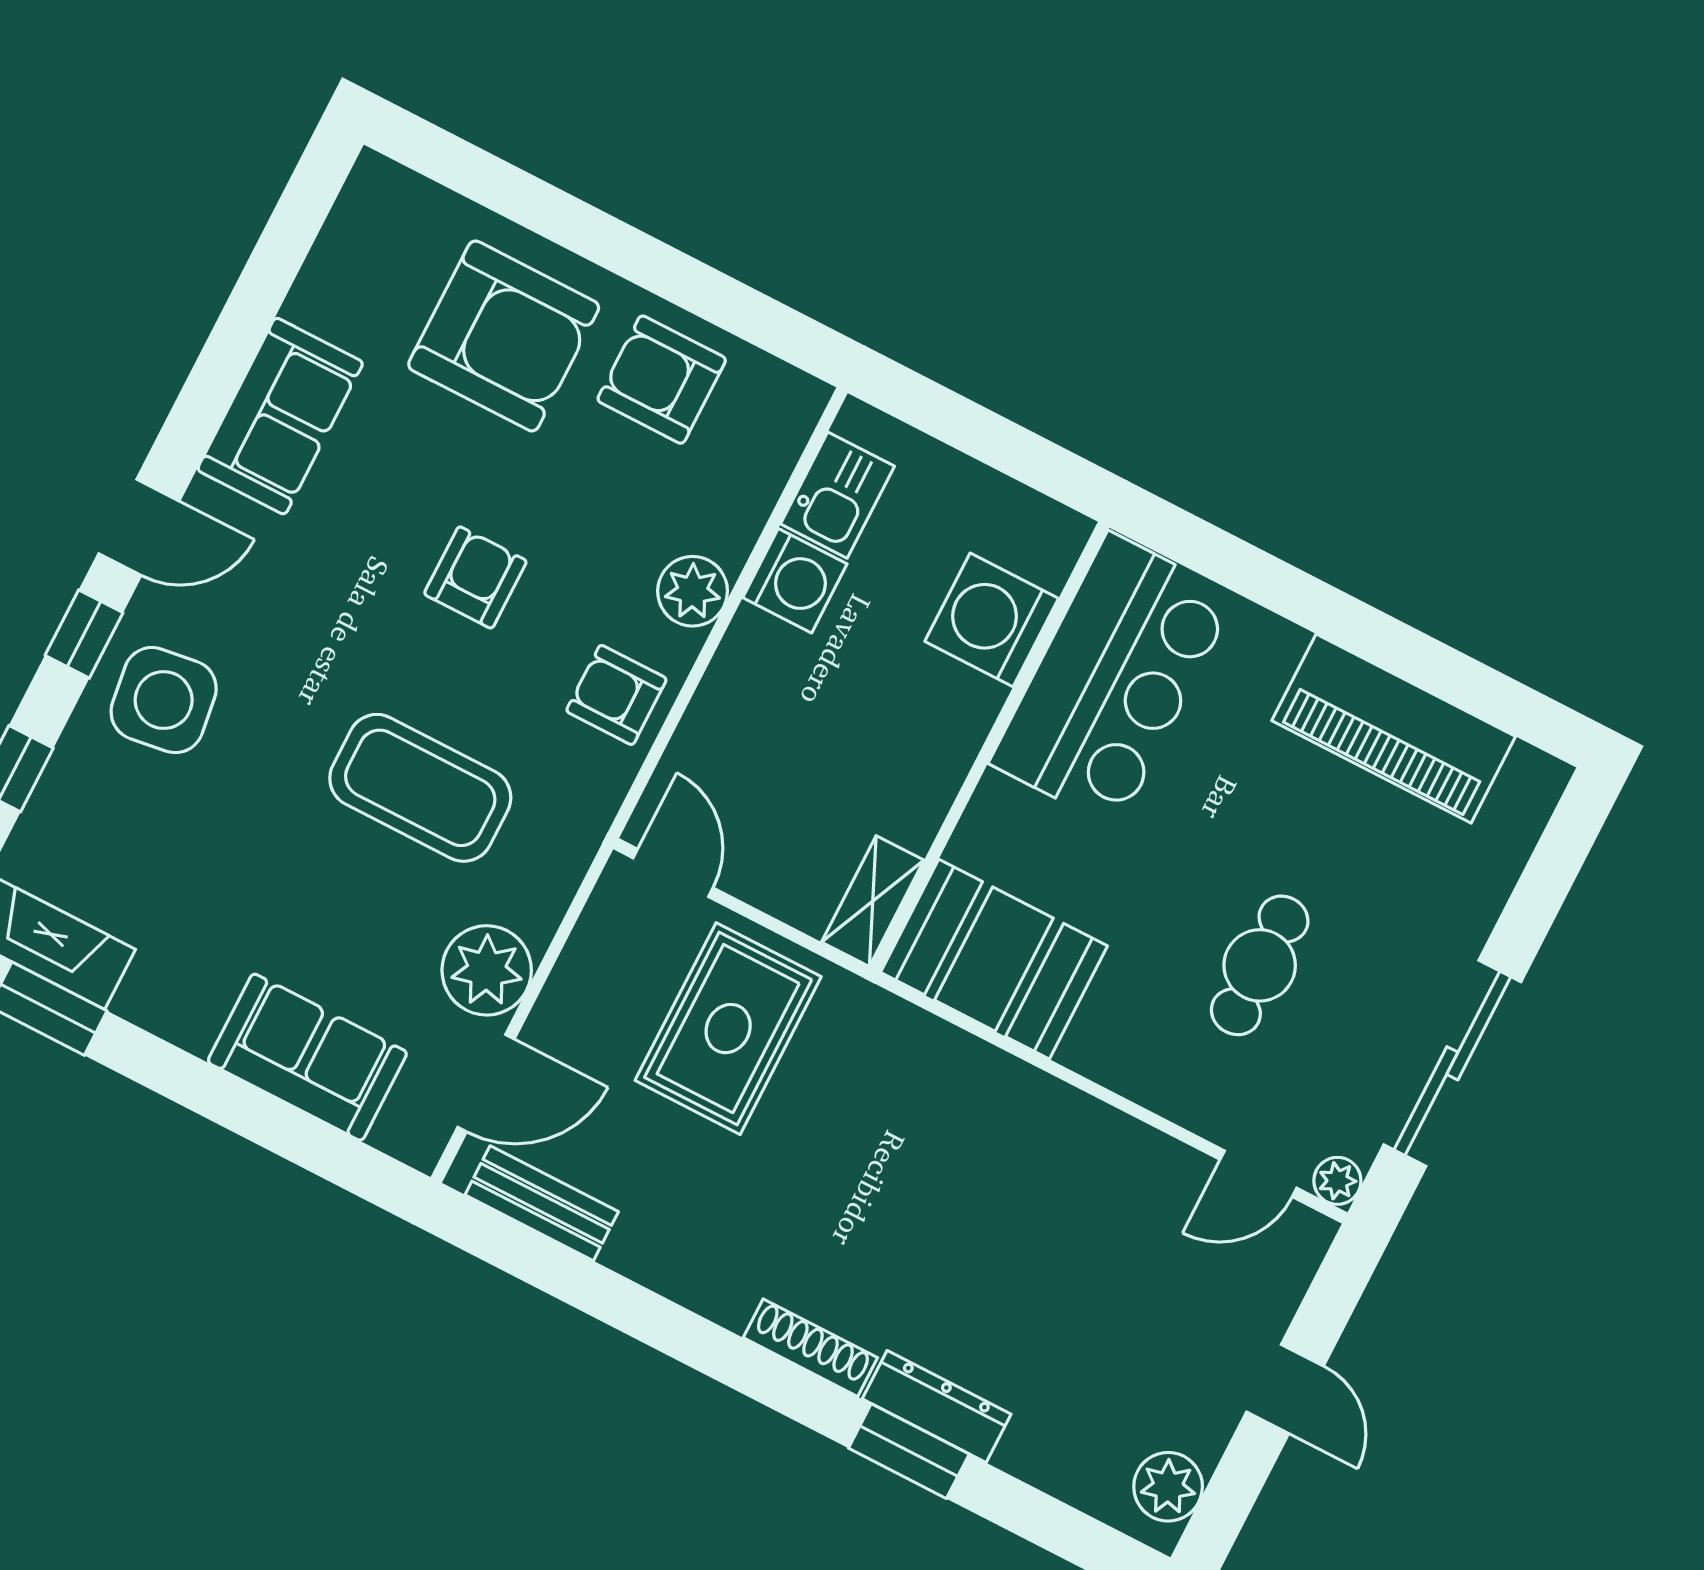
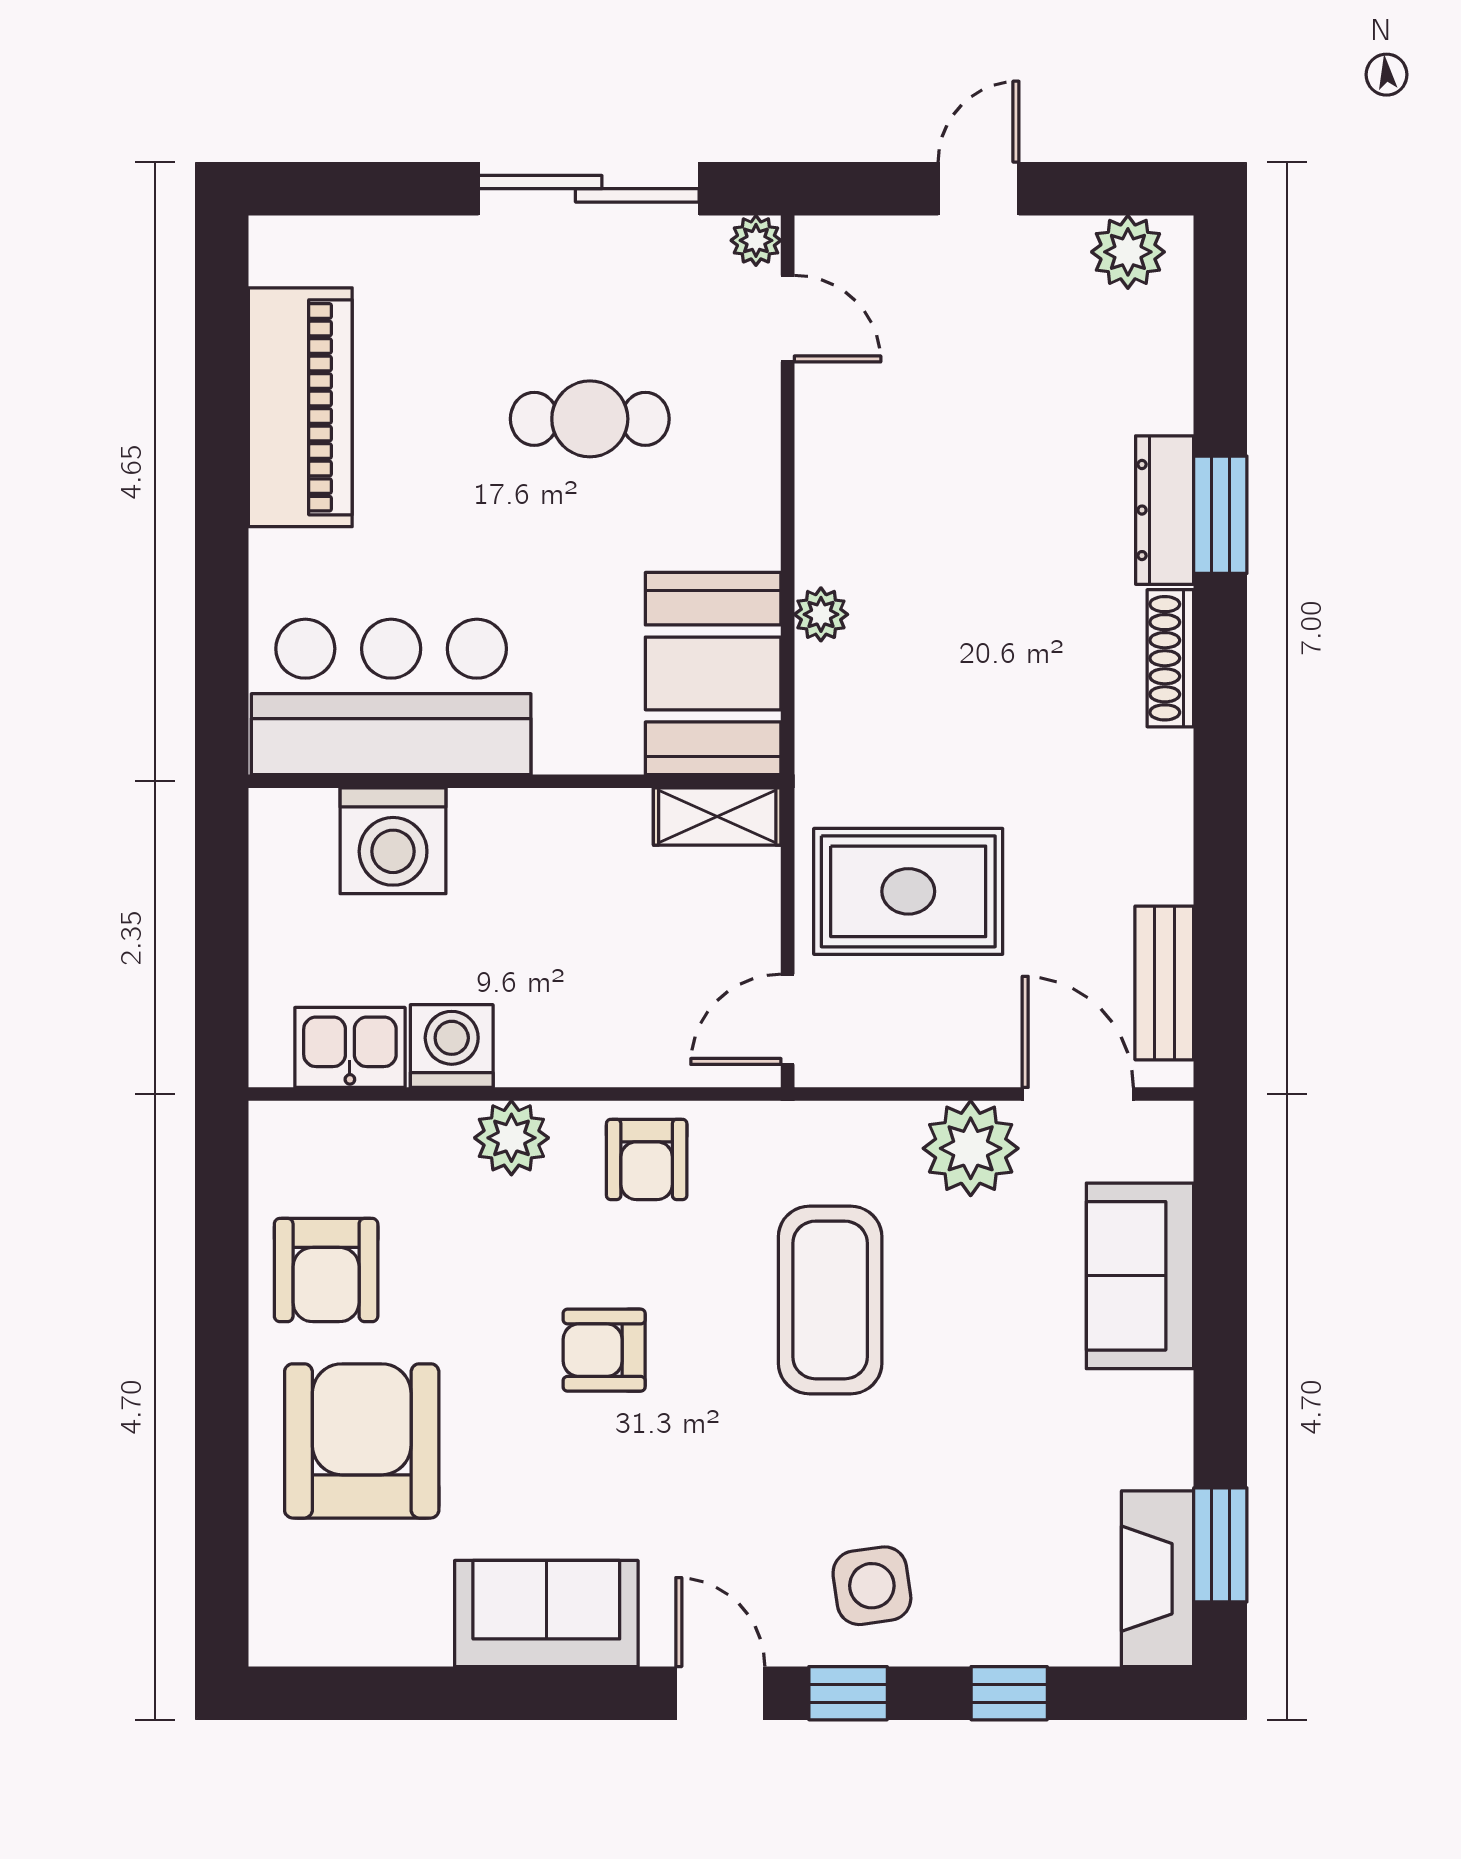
side table: (164, 700) -> (872, 1586), width x0.73, depth x0.73
plant: (997, 1075) -> (821, 614), added

